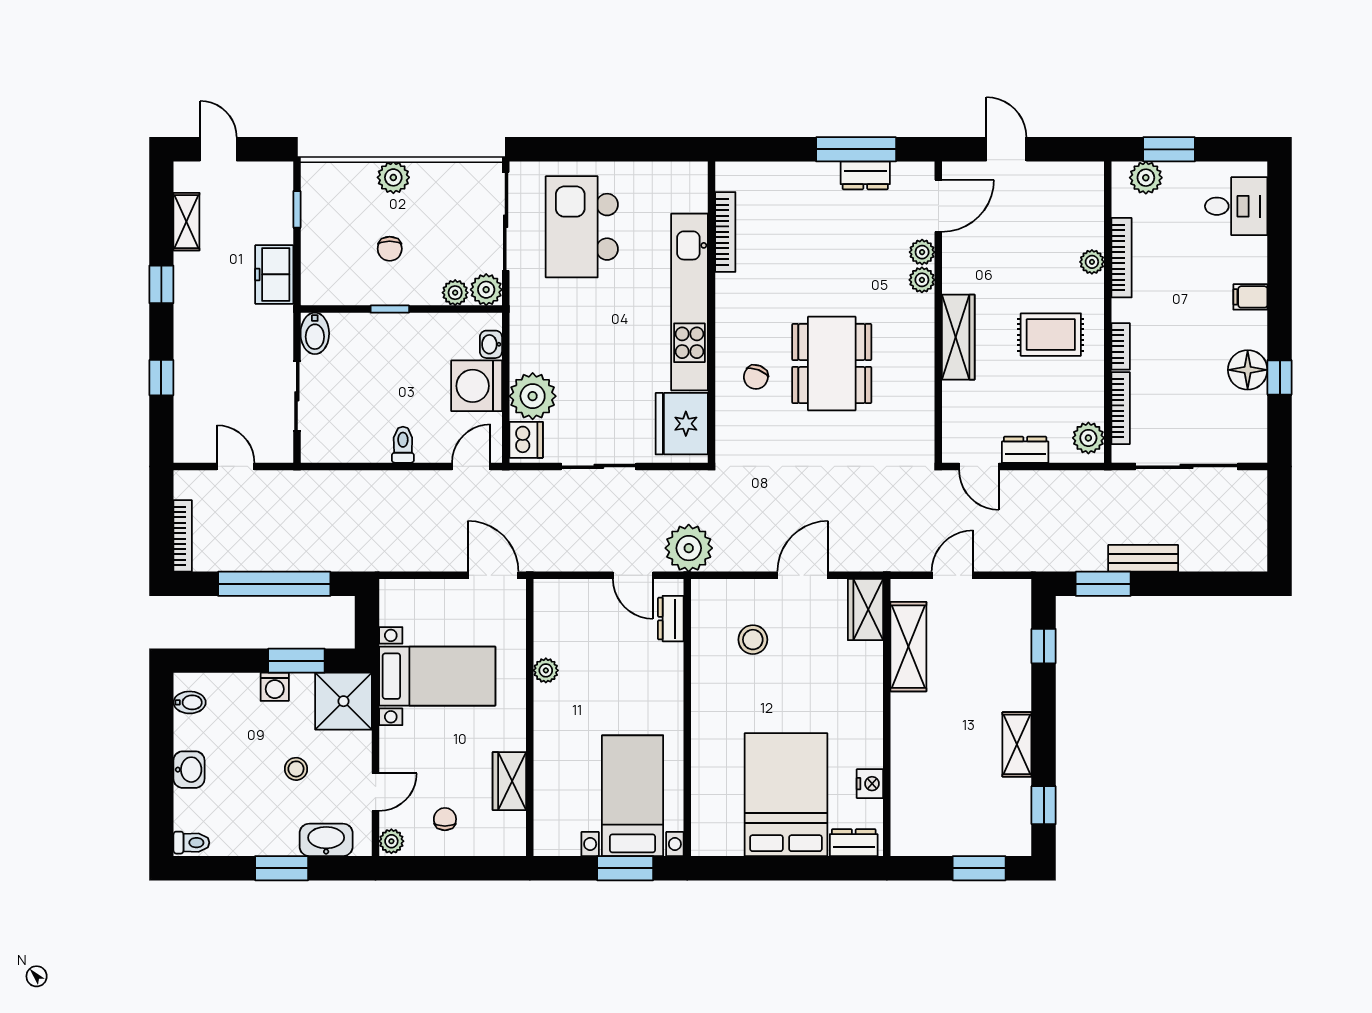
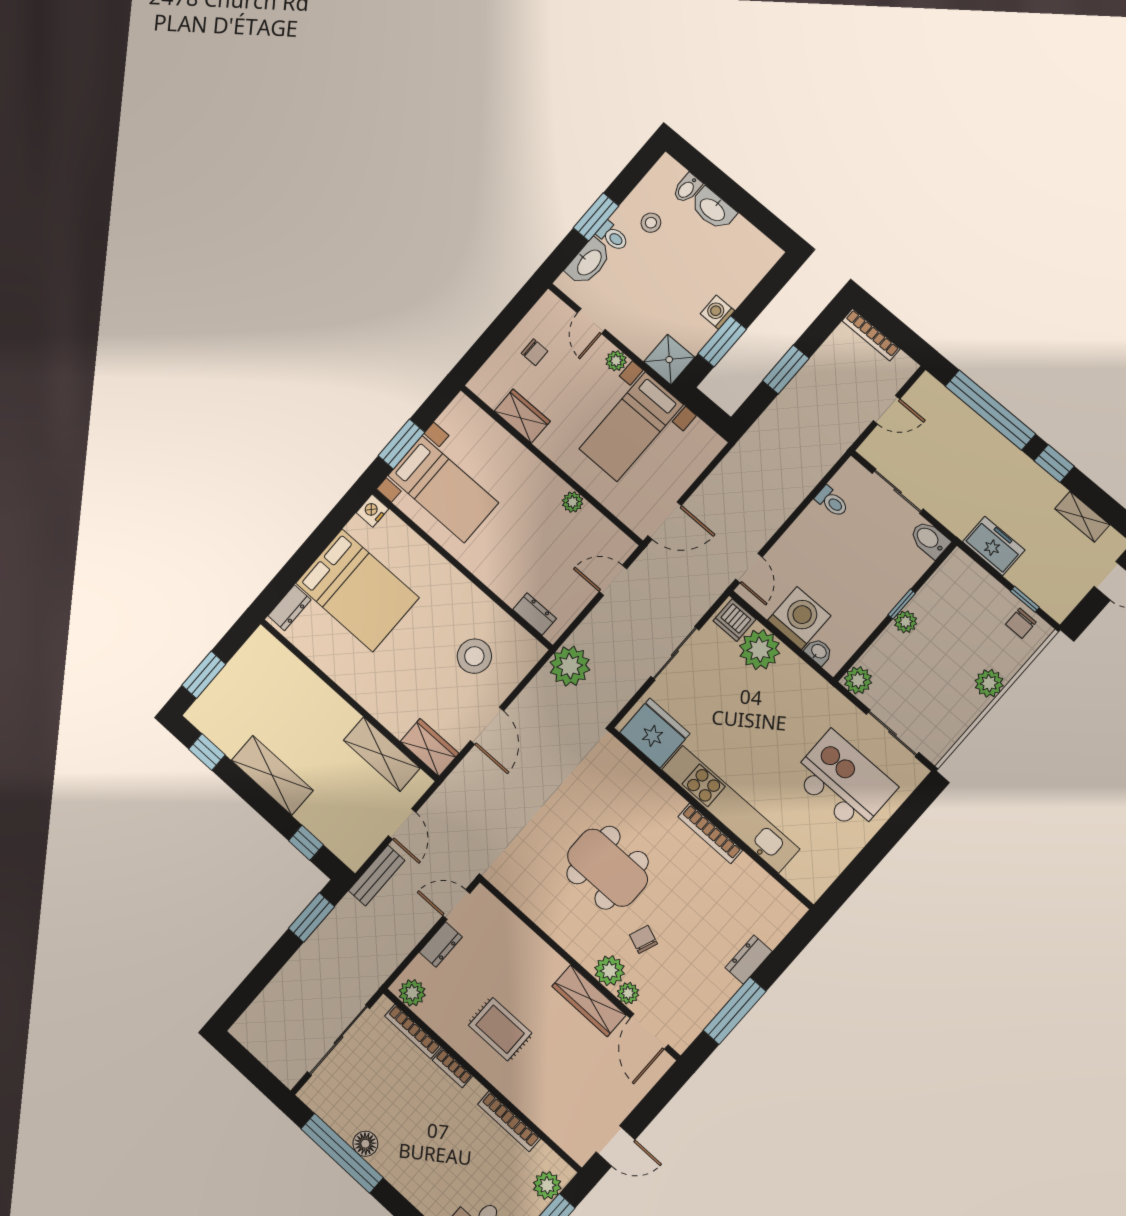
door: (1006, 149) -> (616, 1146), moved
dresser: (865, 175) -> (749, 960), moved
sliding door: (506, 221) -> (893, 733), width x0.73
bookcase: (725, 232) -> (710, 833), moved
chair: (390, 249) -> (1021, 623), moved, turned -90
plant: (1092, 262) -> (523, 1099), removed
plant: (922, 280) -> (610, 971), width x1.38, depth x1.38
plant: (455, 293) -> (906, 622), moved
filing cabinet: (1250, 297) -> (410, 1182), removed
rug: (1051, 335) -> (500, 1029), turned 90
wardrobe: (958, 337) -> (589, 1001), moved
floor lamp: (1248, 370) -> (365, 1144), width x0.73, depth x0.73
chair: (756, 377) -> (643, 939), moved
window: (1280, 377) -> (342, 1153), width x3.17
window: (161, 378) -> (990, 410), width x3.17
toilet: (403, 445) -> (832, 502), moved
bench: (1143, 558) -> (377, 876), moved
door: (633, 575) -> (613, 580), moved
window: (274, 584) -> (786, 370), width x0.47
stool: (753, 640) -> (474, 656), width x1.38, depth x1.38
shower: (343, 701) -> (669, 360), width x0.73, depth x0.73
bidet: (190, 702) -> (687, 188), moved
shelving: (1017, 744) -> (272, 775), width x1.50, depth x1.33
stool: (296, 769) -> (651, 223), moved
washbasin: (189, 770) -> (713, 209), width x1.38
nightstand: (870, 784) -> (372, 511), moved, turned 90
plant: (391, 841) -> (616, 361), moved
toilet: (191, 843) -> (613, 236), moved, turned -90

